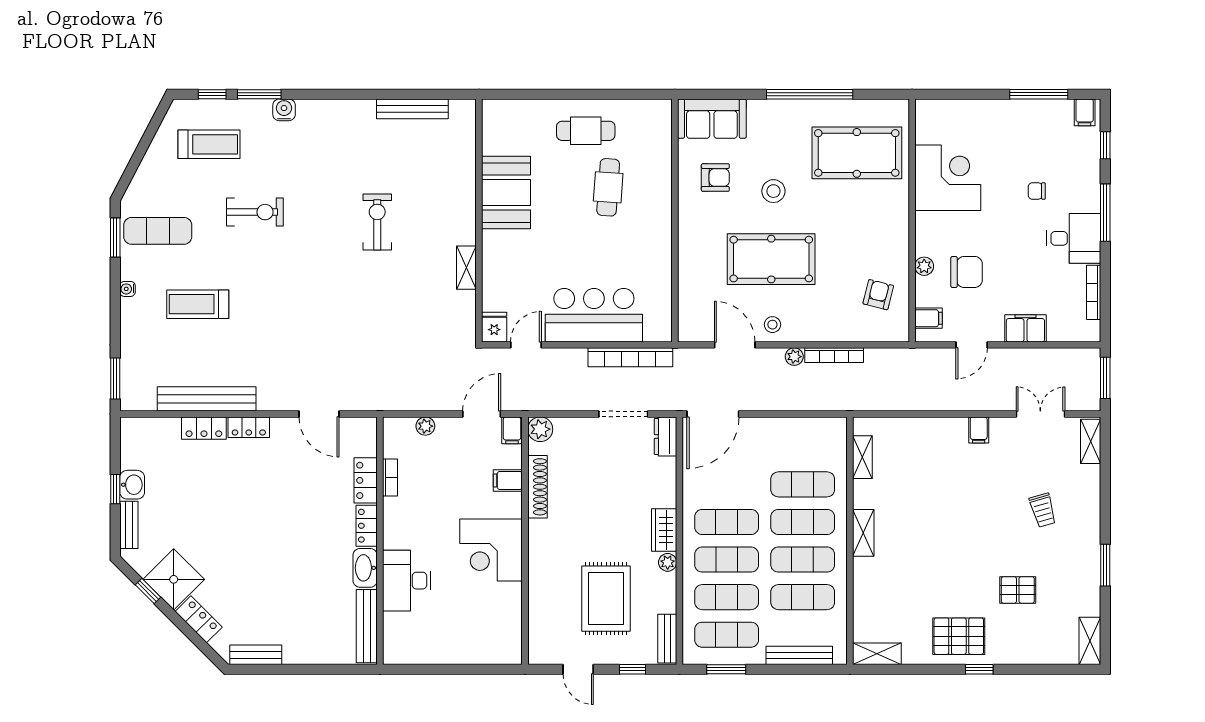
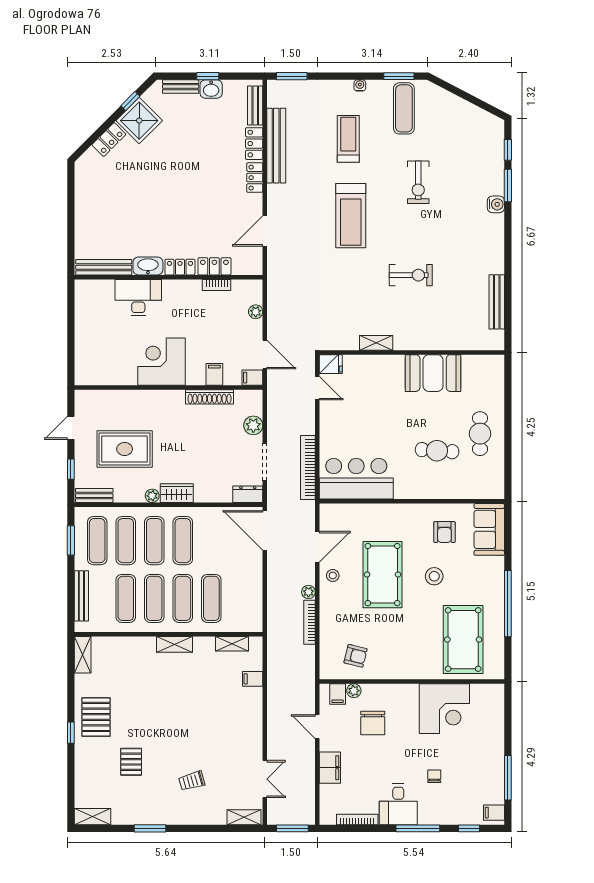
treadmill: (209, 144) -> (351, 216), moved, width x1.37, depth x1.38
plant: (924, 266) -> (354, 691), moved
bar counter: (594, 315) -> (356, 479), moved, turned -90
plant: (540, 429) -> (253, 425), moved
filing cabinet: (979, 430) -> (253, 679), moved
bench: (256, 655) -> (255, 106), moved

